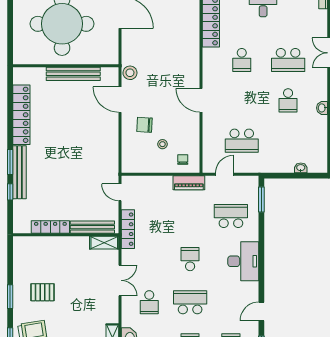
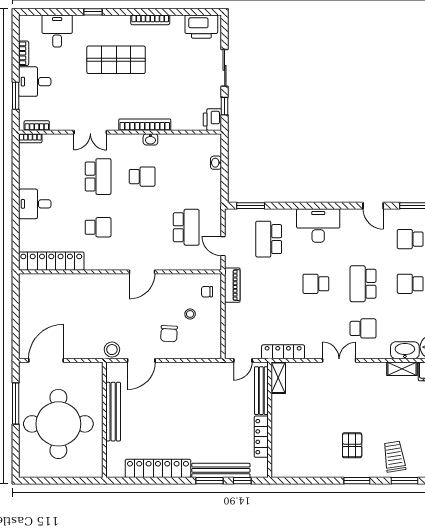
locker: (50, 227) -> (261, 437), moved
bench: (92, 227) -> (261, 391), moved
wall: (66, 235) -> (270, 420), moved
shelving: (104, 243) -> (278, 378), moved

